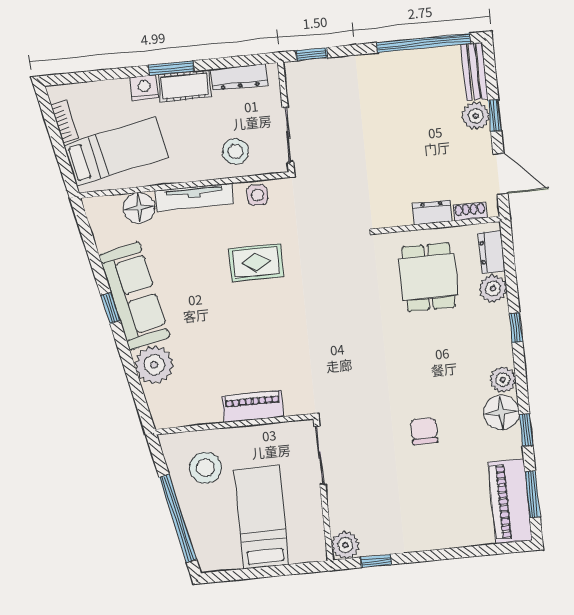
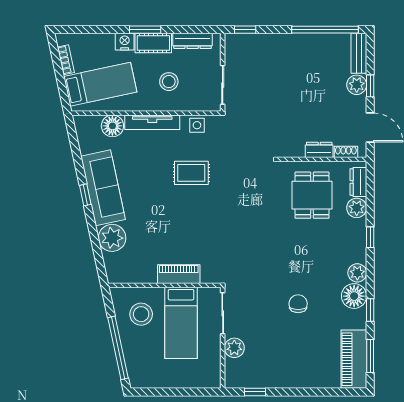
stool: (235, 151) -> (169, 82), moved
bed: (261, 517) -> (181, 323), moved, turned 180
plant: (345, 545) -> (234, 348), moved

